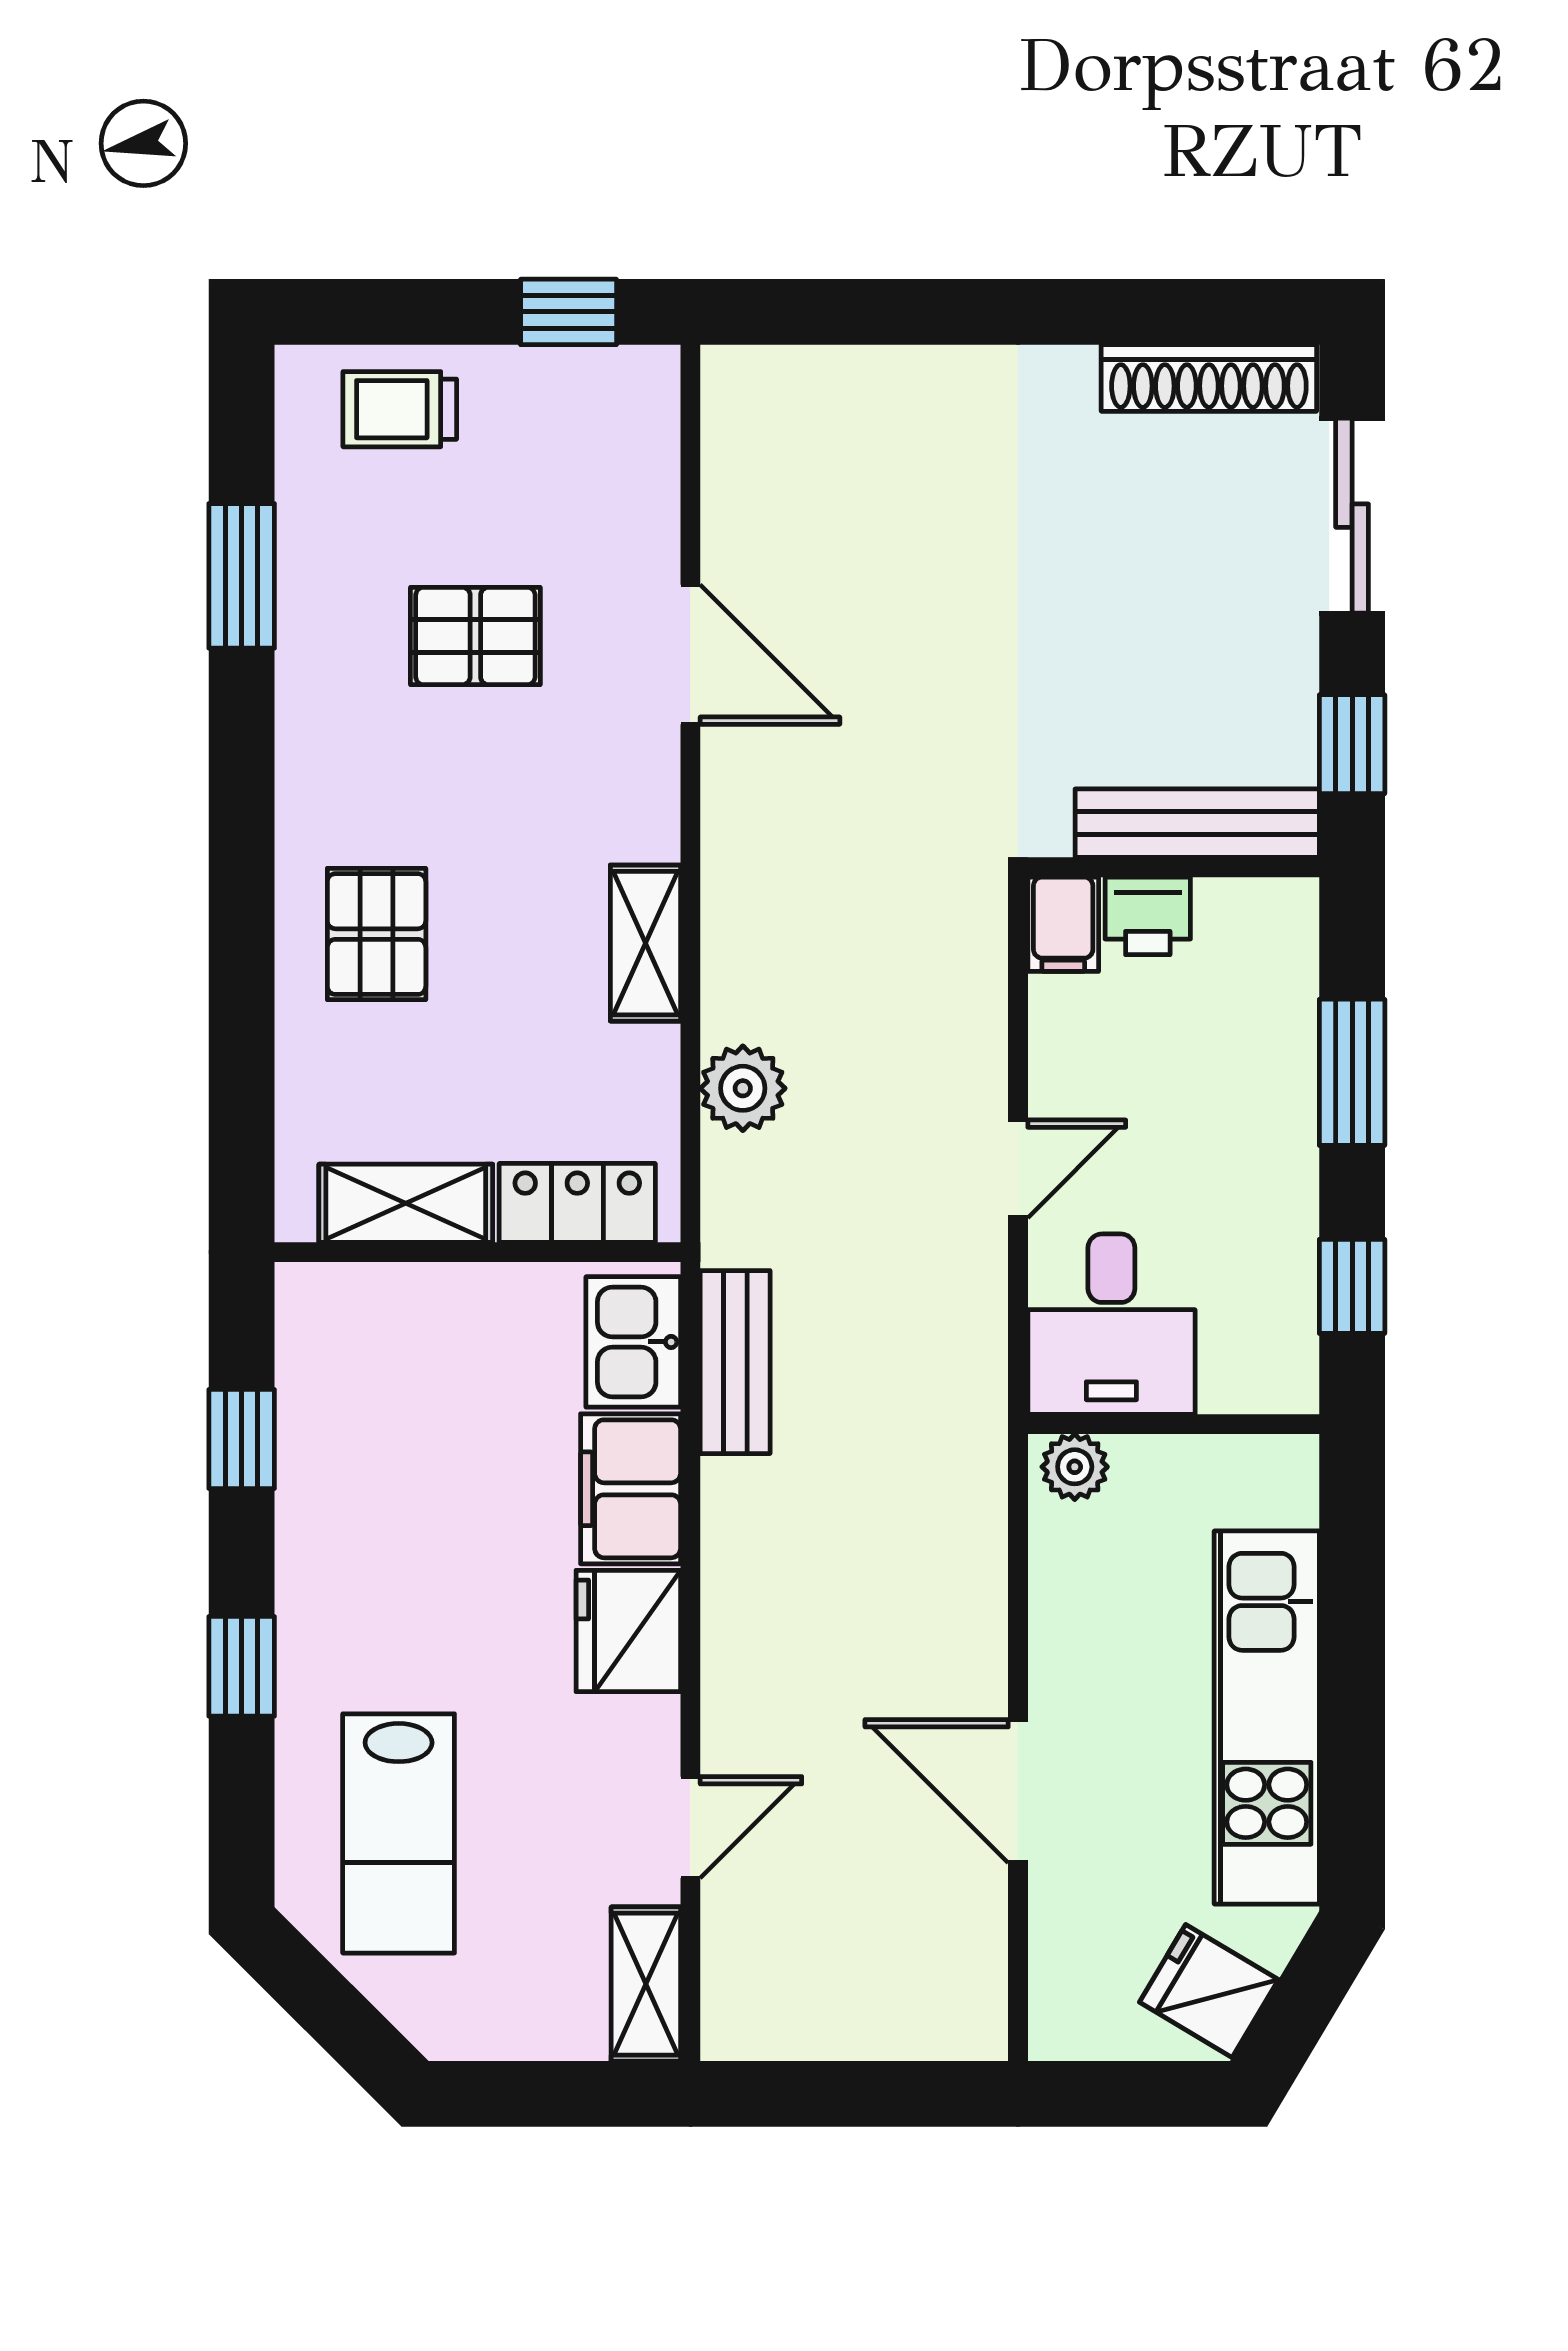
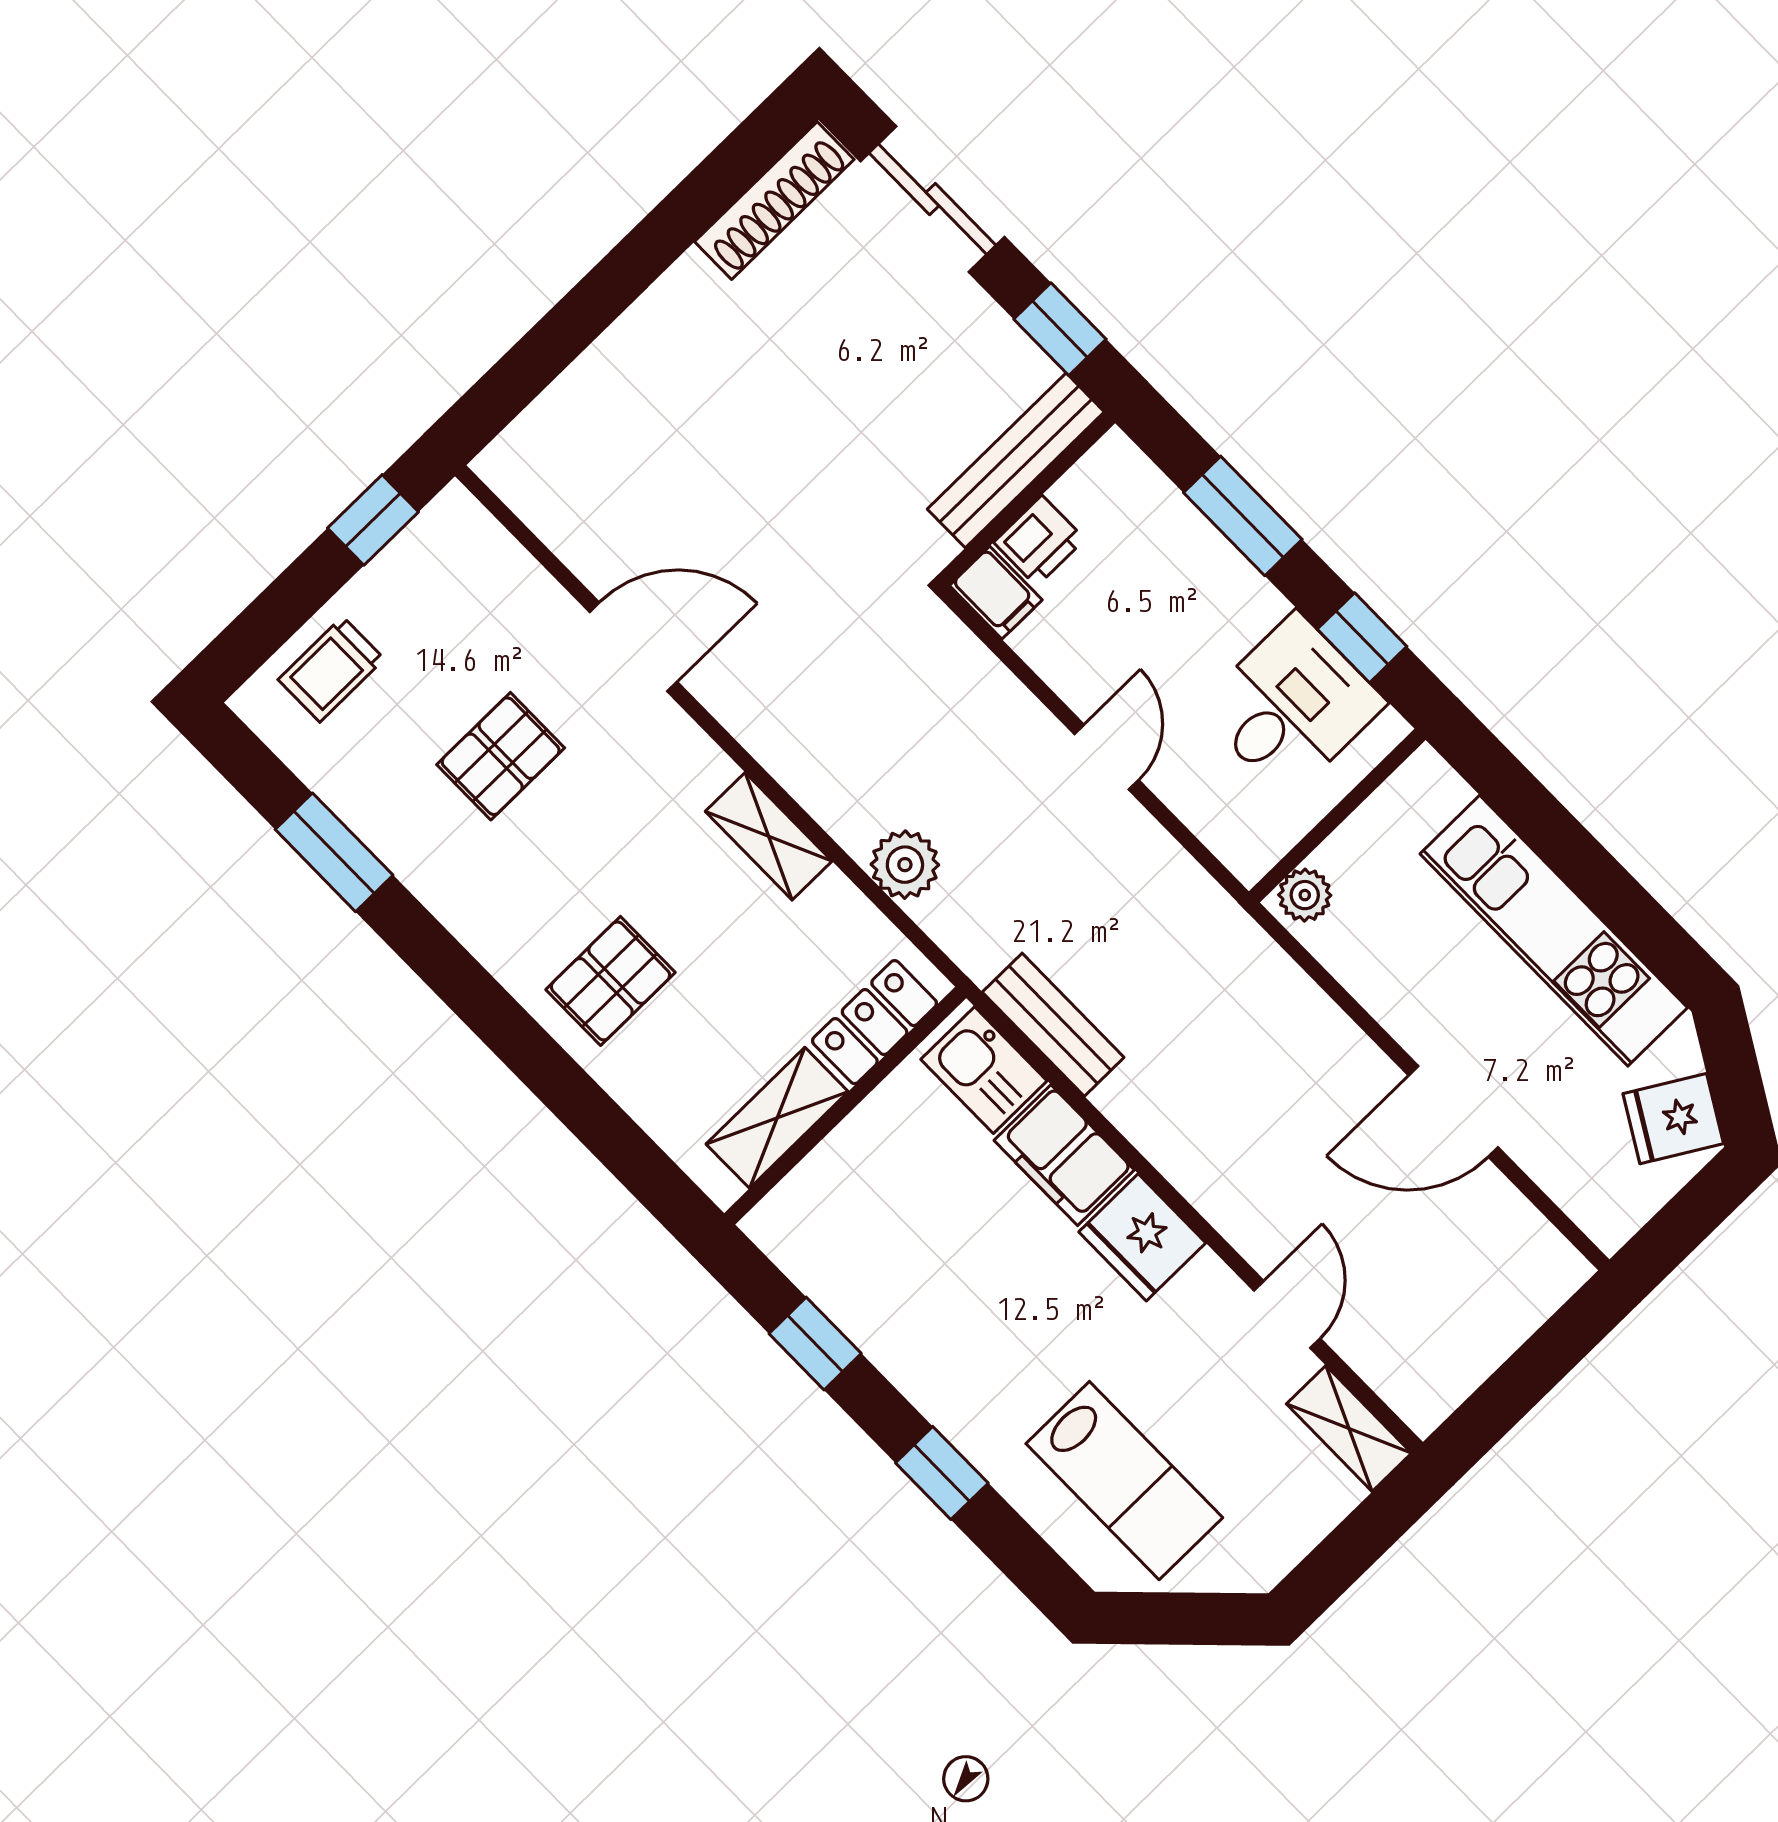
pallet: (377, 934) -> (610, 981), turned 90
desk: (1111, 1324) -> (1292, 706), moved, turned -90

